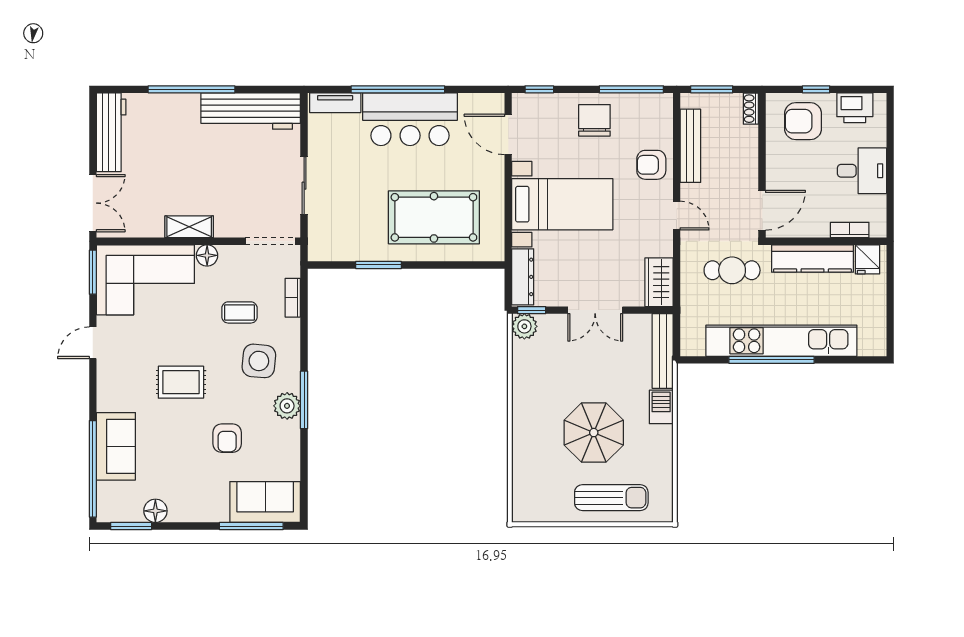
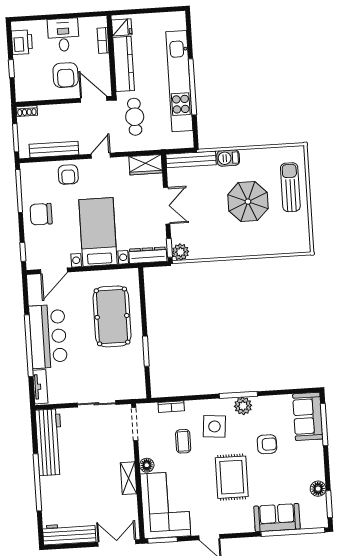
armchair: (803, 121) -> (66, 75), moved
rug: (181, 382) -> (232, 477), width x1.36, depth x1.43

